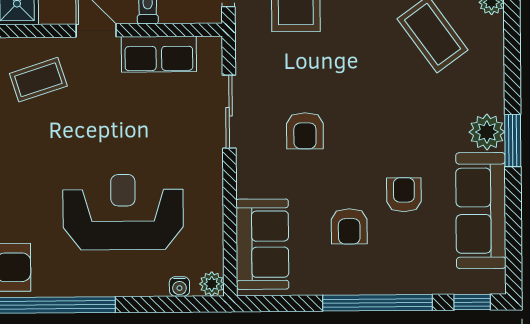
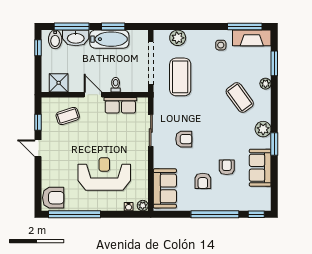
armchair: (305, 131) -> (184, 139), turned -90
plant: (487, 132) -> (263, 129), moved
sofa: (481, 211) -> (260, 168), width x0.73

